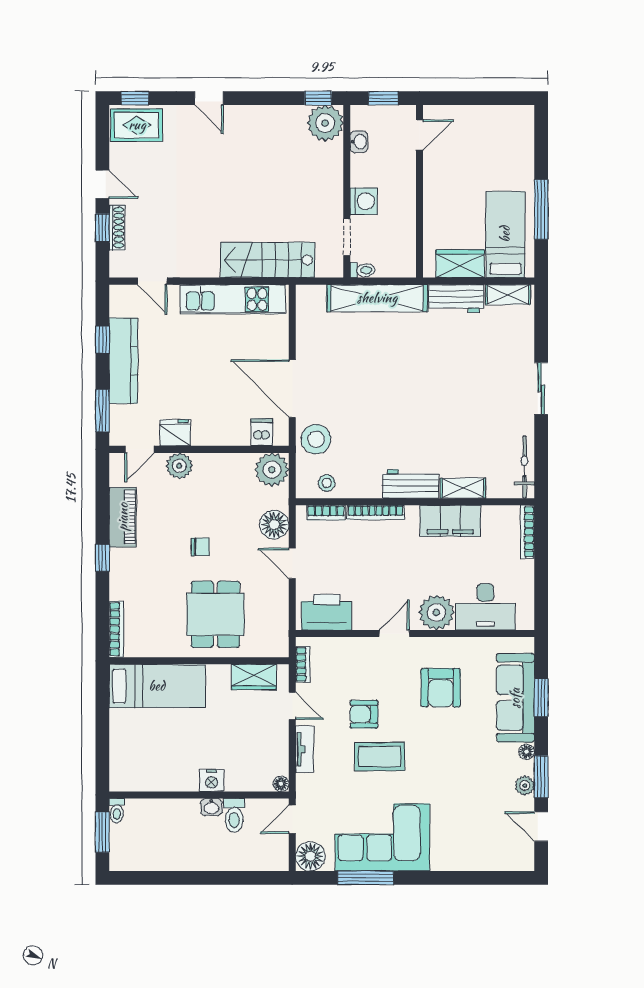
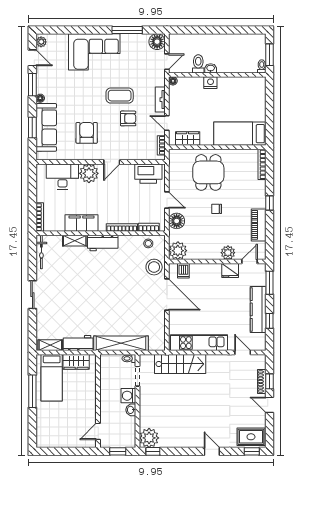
washbasin: (359, 142) -> (131, 410), moved
plant: (525, 786) -> (41, 42), moved
corner sofa: (382, 837) -> (94, 52), moved

